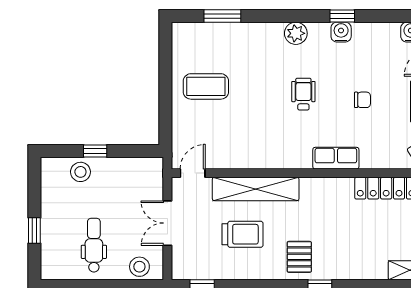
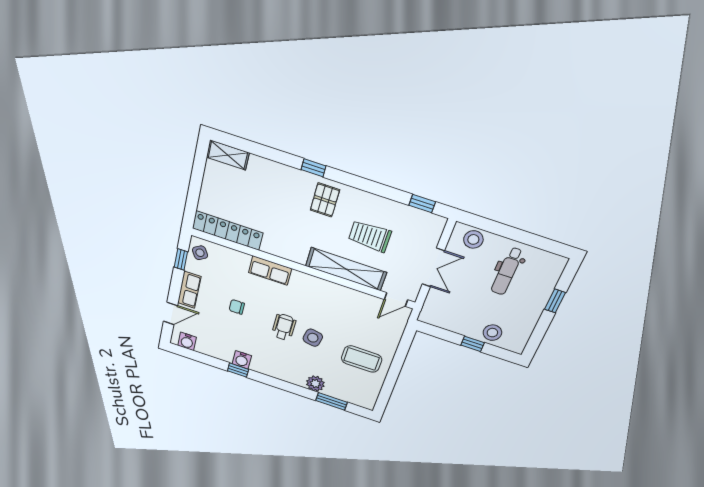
plant: (296, 33) -> (315, 384), moved
side table: (268, 93) -> (313, 338), added
wheelchair: (303, 94) -> (284, 327), turned 180

